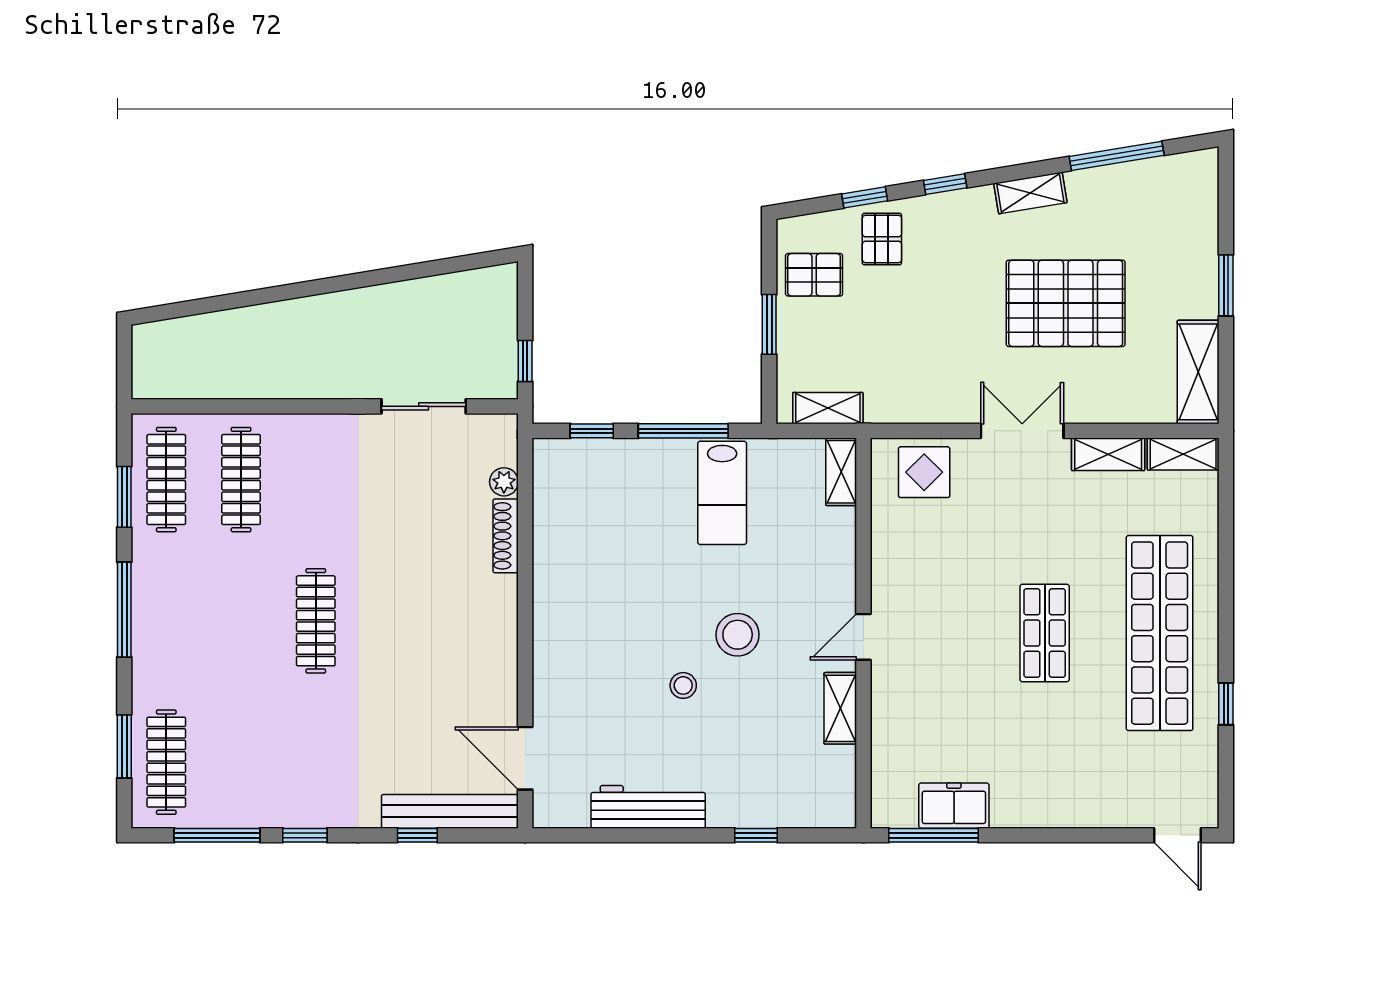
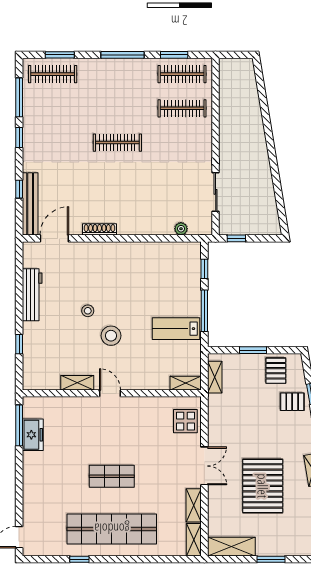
shoe rack: (506, 536) -> (99, 229), moved

